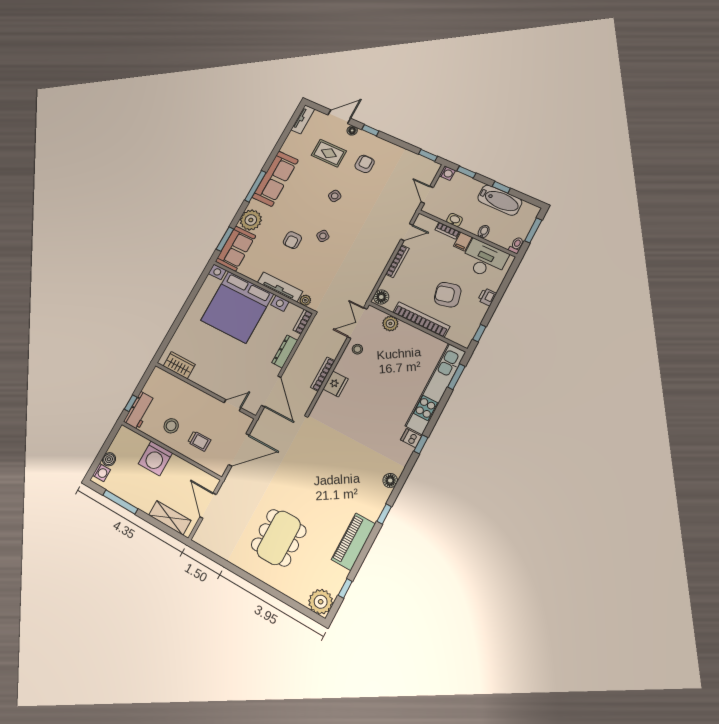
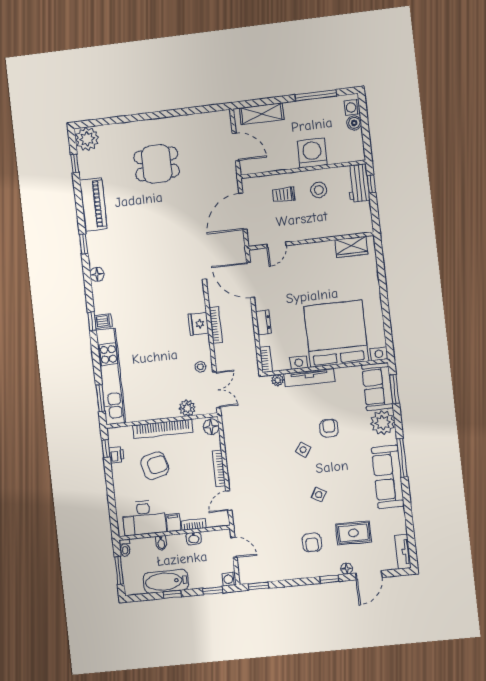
printer: (487, 297) -> (117, 455), moved
dresser: (285, 352) -> (263, 323), width x0.70
dining table: (279, 538) -> (157, 164), width x0.73

